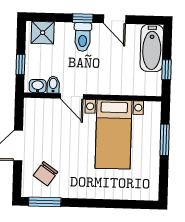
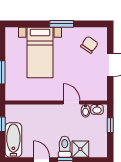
shower: (43, 33) -> (80, 149), moved
bed with nightstands: (113, 134) -> (40, 53), moved, turned 180
window: (45, 202) -> (62, 24), moved

